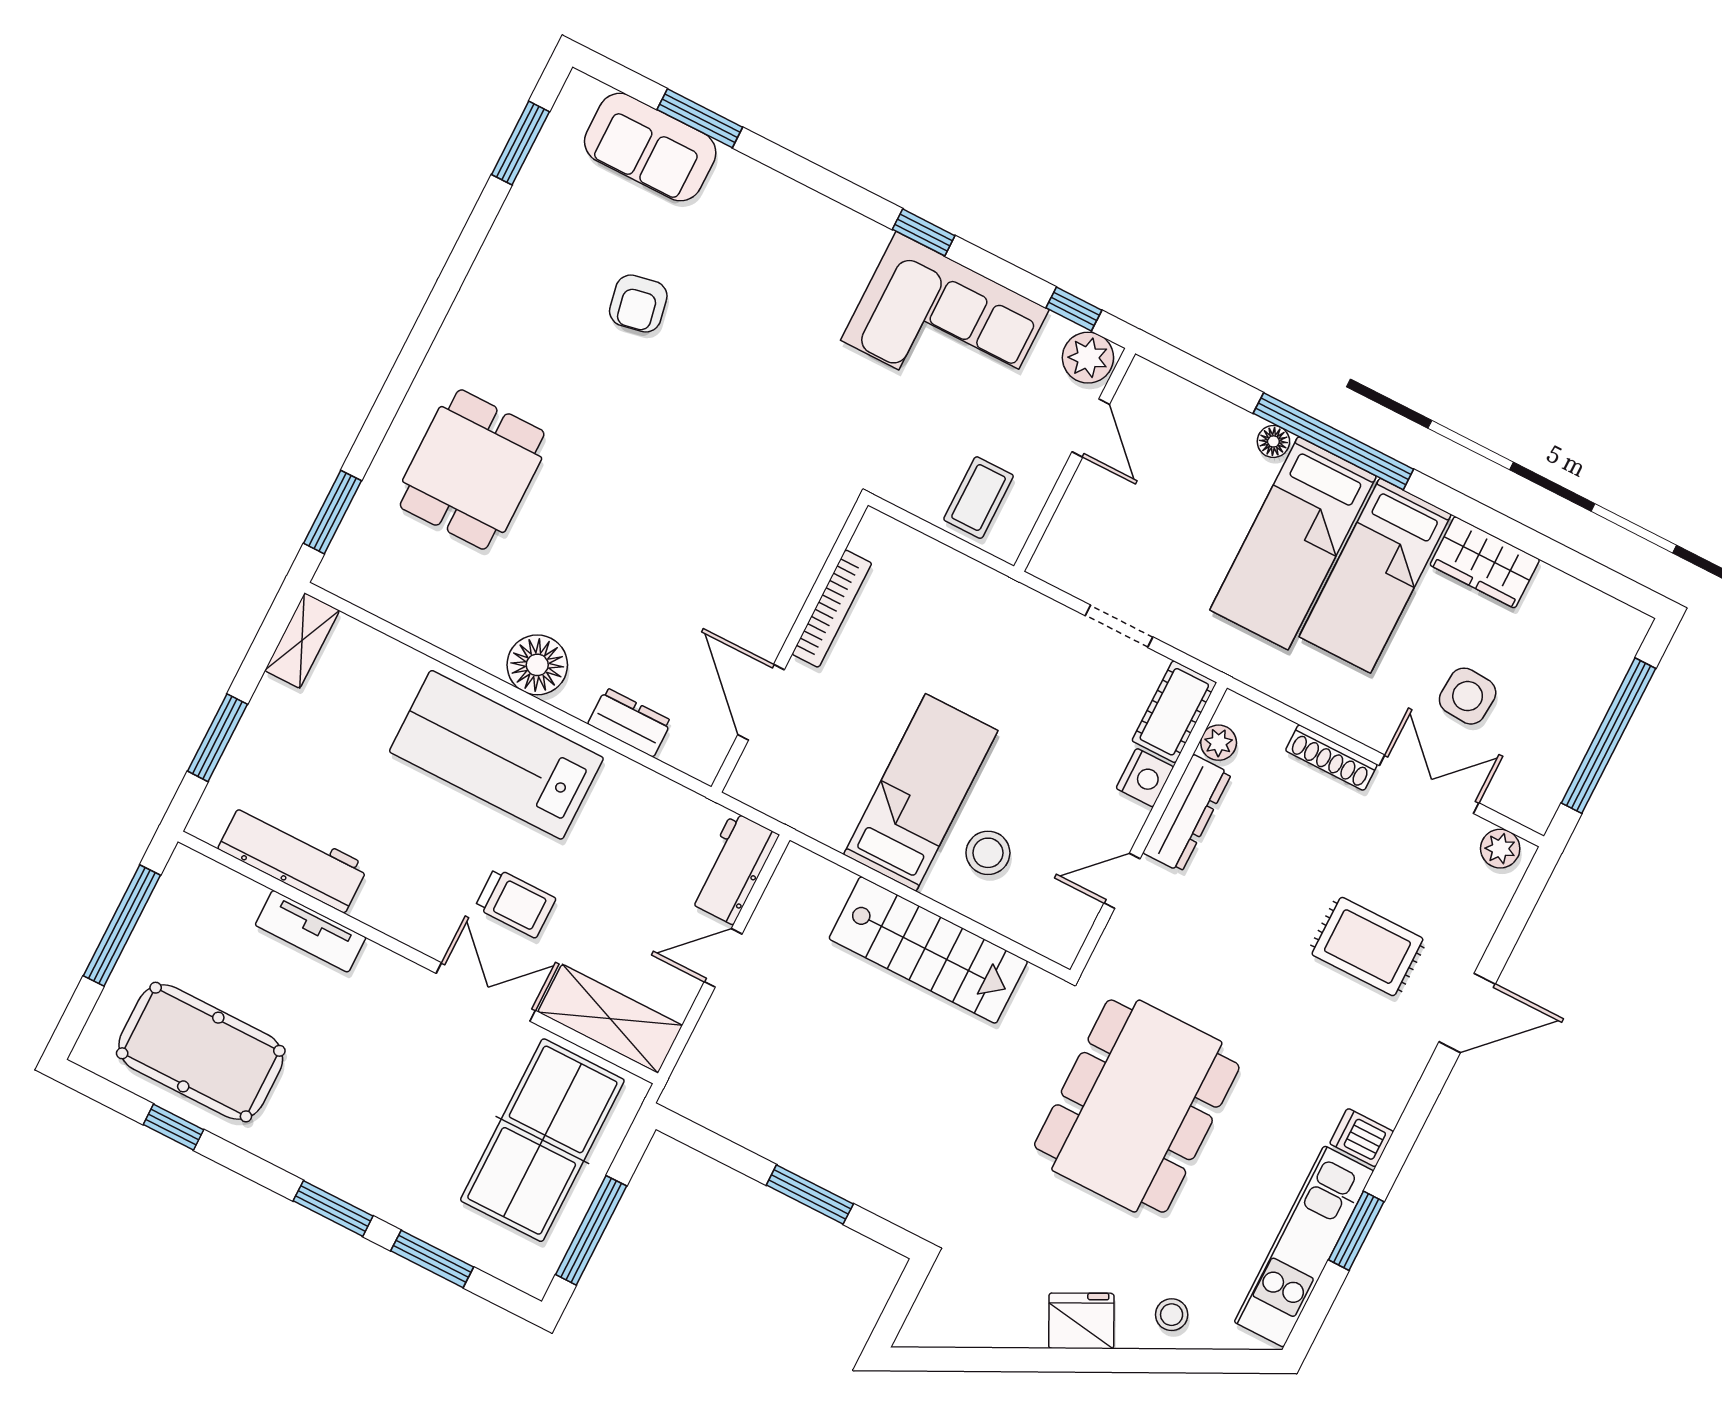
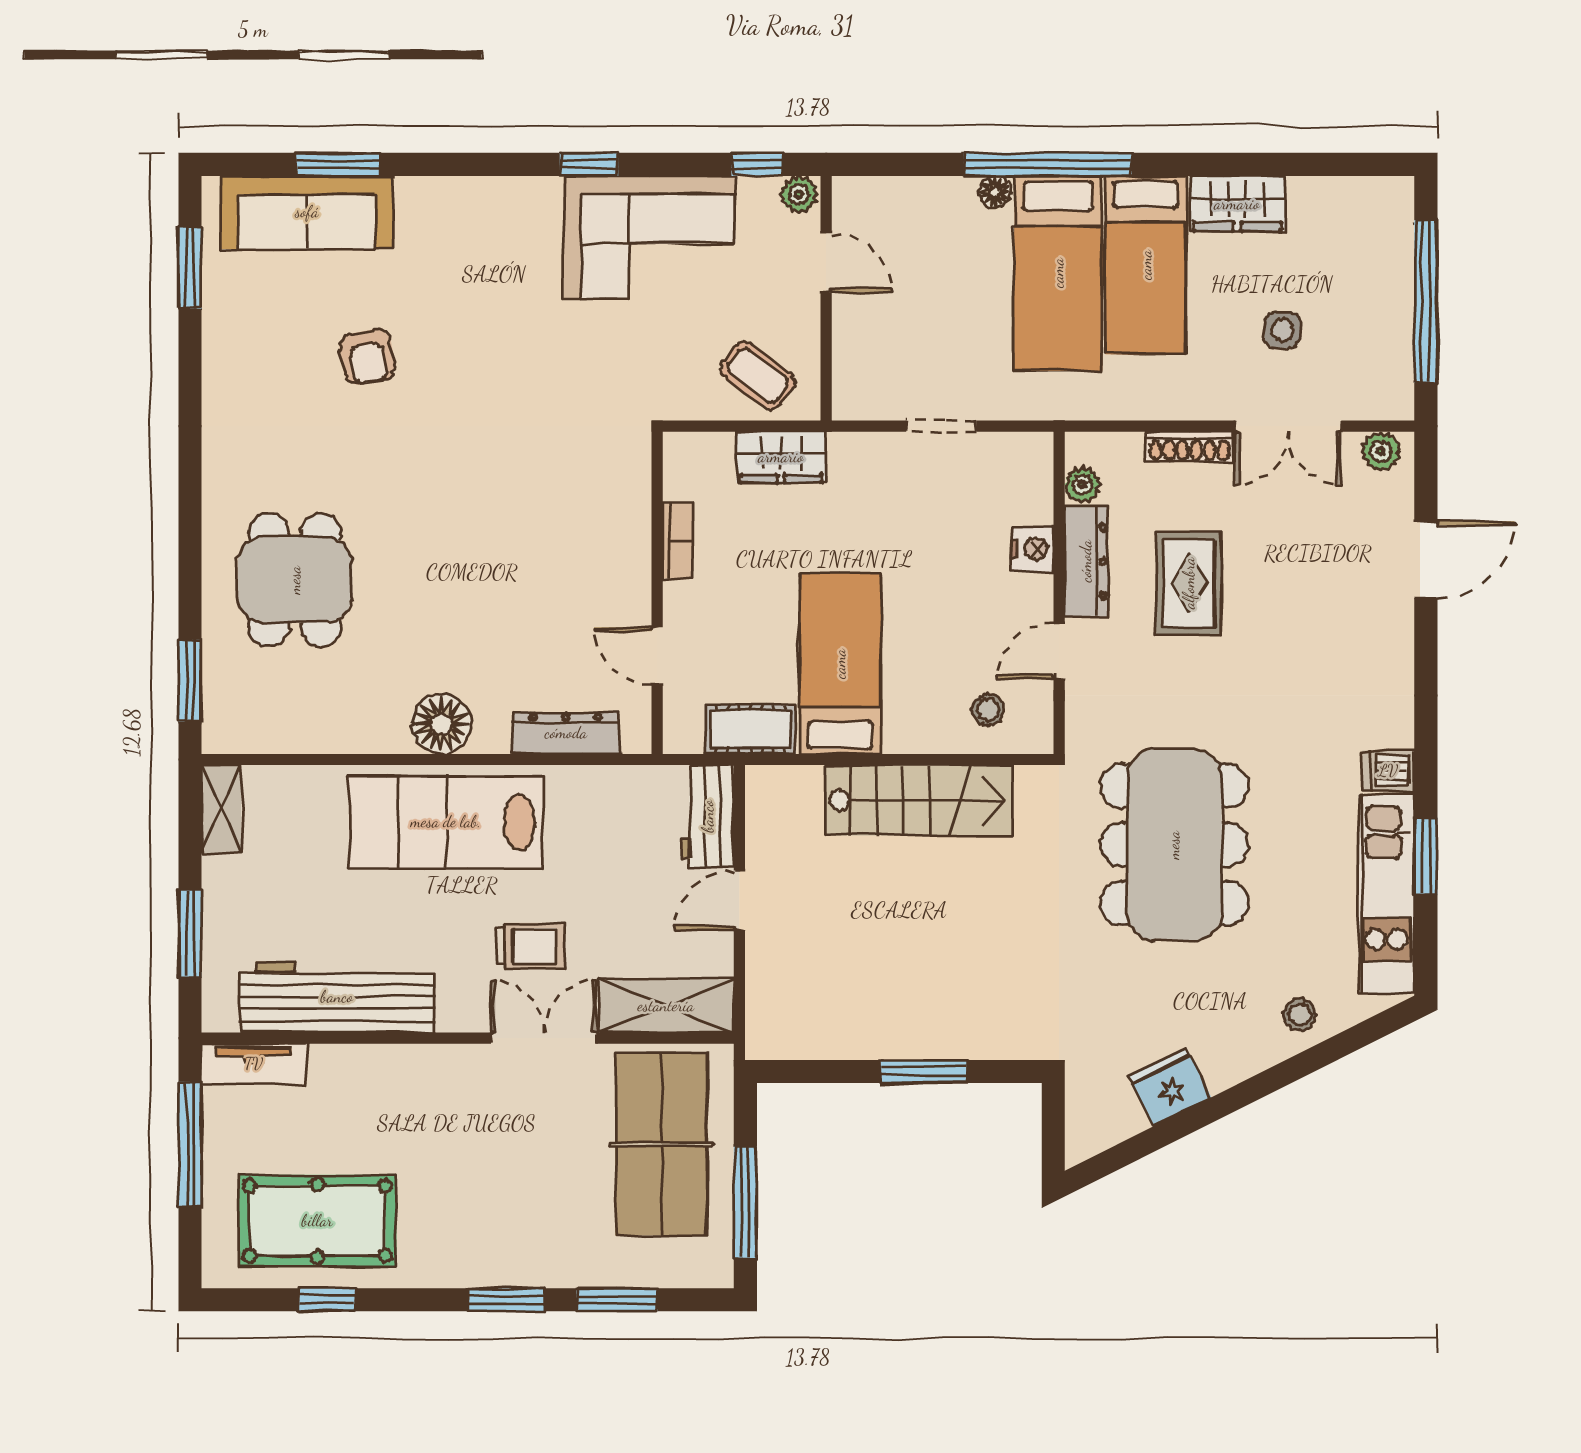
sofa: (650, 147) -> (307, 212), width x1.36
plant: (1088, 358) -> (799, 194), width x0.73, depth x0.73
coffee table: (979, 498) -> (758, 375), turned -53
wardrobe: (962, 581) -> (781, 457), added
bookcase: (832, 609) -> (678, 540), width x0.64
side table: (1468, 696) -> (1283, 330), width x0.73, depth x0.73
door: (761, 702) -> (657, 656), width x0.73
cot: (1174, 712) -> (750, 729), moved, turned 90
dresser: (630, 722) -> (566, 733), width x1.44
double door: (1429, 784) -> (1288, 426), swing flipped
stool: (988, 853) -> (988, 710), moved, width x0.73, depth x0.73
workbench: (293, 857) -> (337, 997), width x1.36, depth x1.32
tv unit: (311, 931) -> (254, 1064), moved
rug: (1367, 947) -> (1189, 583), moved, turned 90
door: (1467, 1013) -> (1426, 560), moved
fridge: (1081, 1321) -> (1170, 1087), moved

